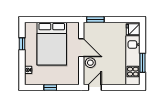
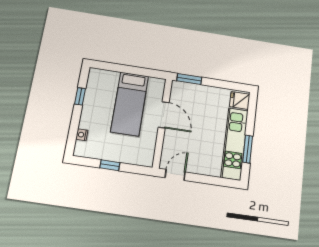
bed: (52, 44) -> (130, 104), width x0.67
stool: (90, 63) -> (174, 138), removed

